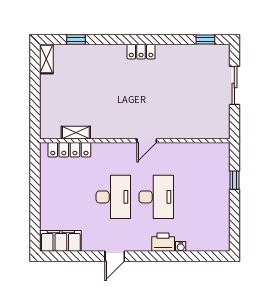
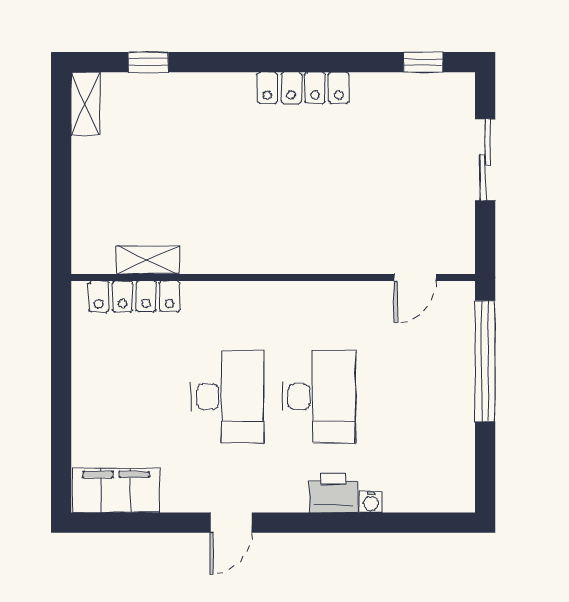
locker: (141, 52) -> (303, 88), width x1.53
door: (147, 141) -> (415, 277), moved
window: (234, 180) -> (485, 361), width x3.17

